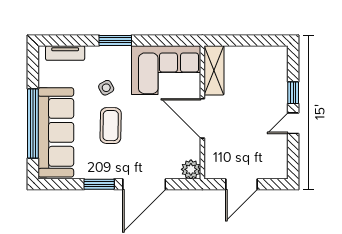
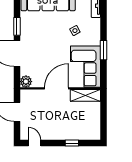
window: (115, 40) -> (103, 50), moved
door: (293, 123) -> (35, 143), moved
coffee table: (111, 126) -> (52, 33), removed

